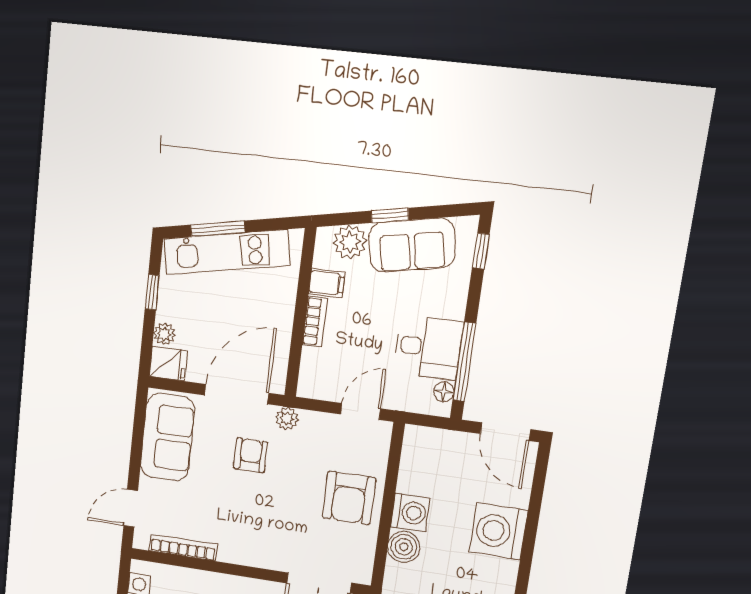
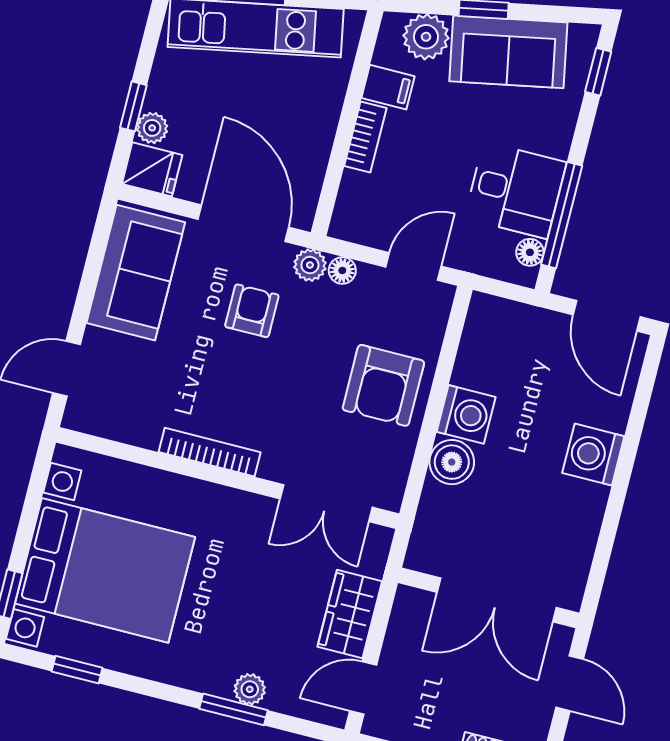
window: (152, 292) -> (133, 106), moved
door: (237, 394) -> (243, 223), hinge flipped
floor lamp: (310, 420) -> (342, 270), added
washing machine: (499, 531) -> (593, 455), width x0.73, depth x0.73
bookcase: (183, 547) -> (210, 452), moved

